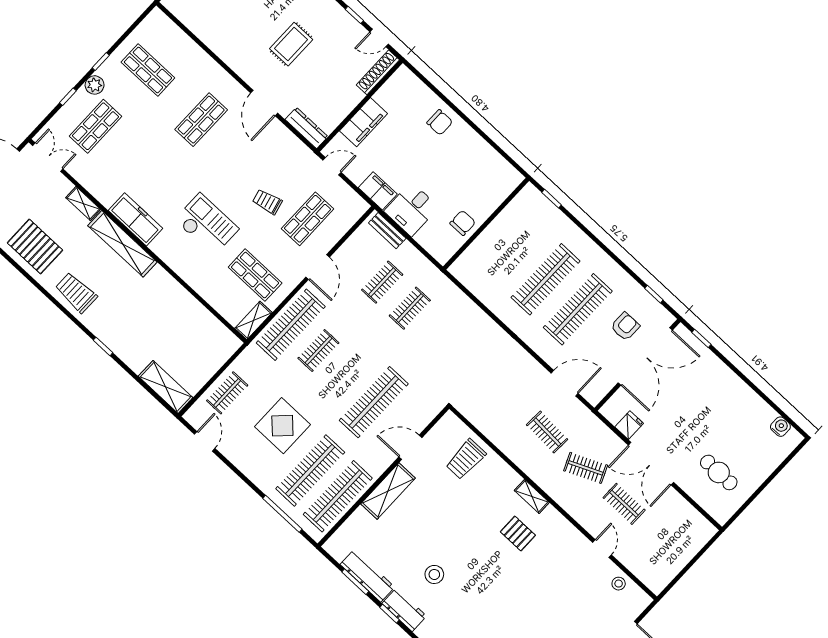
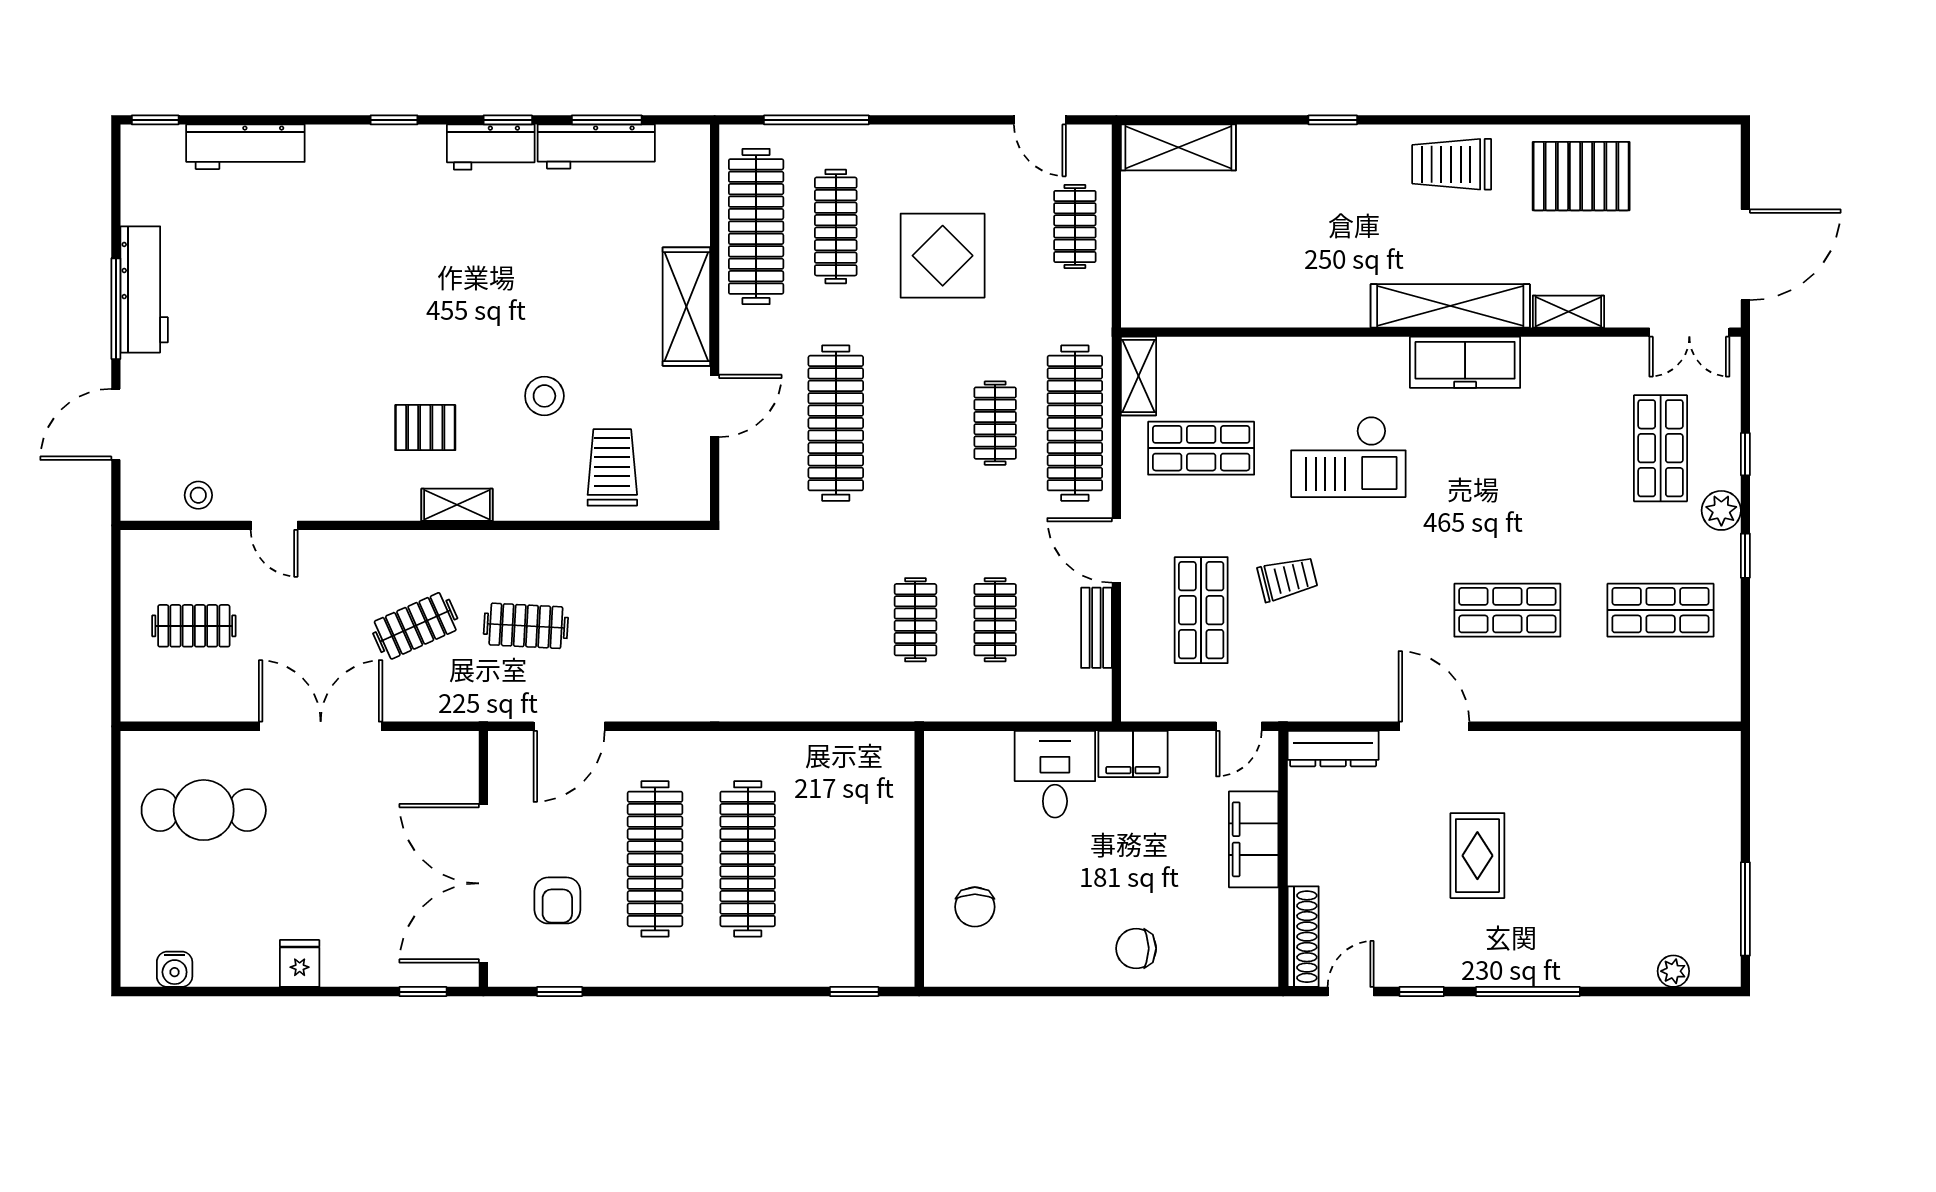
shop shelf: (201, 120) -> (1507, 610), turned 90
chair: (463, 223) -> (975, 907), moved
bench: (387, 231) -> (1096, 628), moved, turned 90
trolley: (76, 293) -> (1452, 164), turned 180
fridge: (629, 425) -> (300, 963), moved, turned 180
clothes rail: (310, 470) -> (836, 226), width x0.73, depth x0.76
cafe table: (719, 472) -> (204, 810), width x1.37, depth x1.35
clothes rail: (624, 504) -> (194, 626), moved
stool: (434, 574) -> (544, 396), moved

